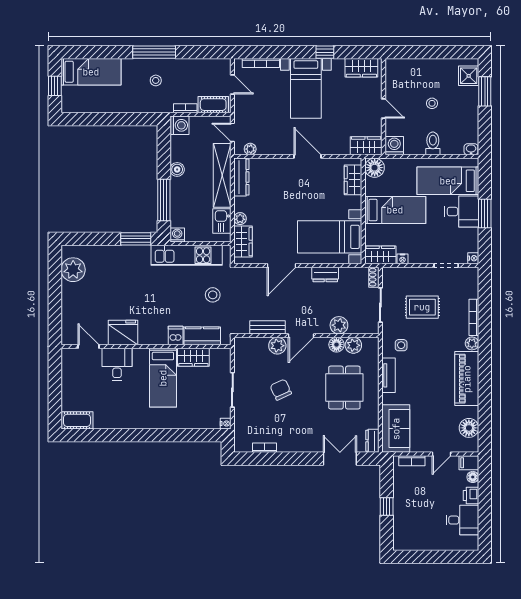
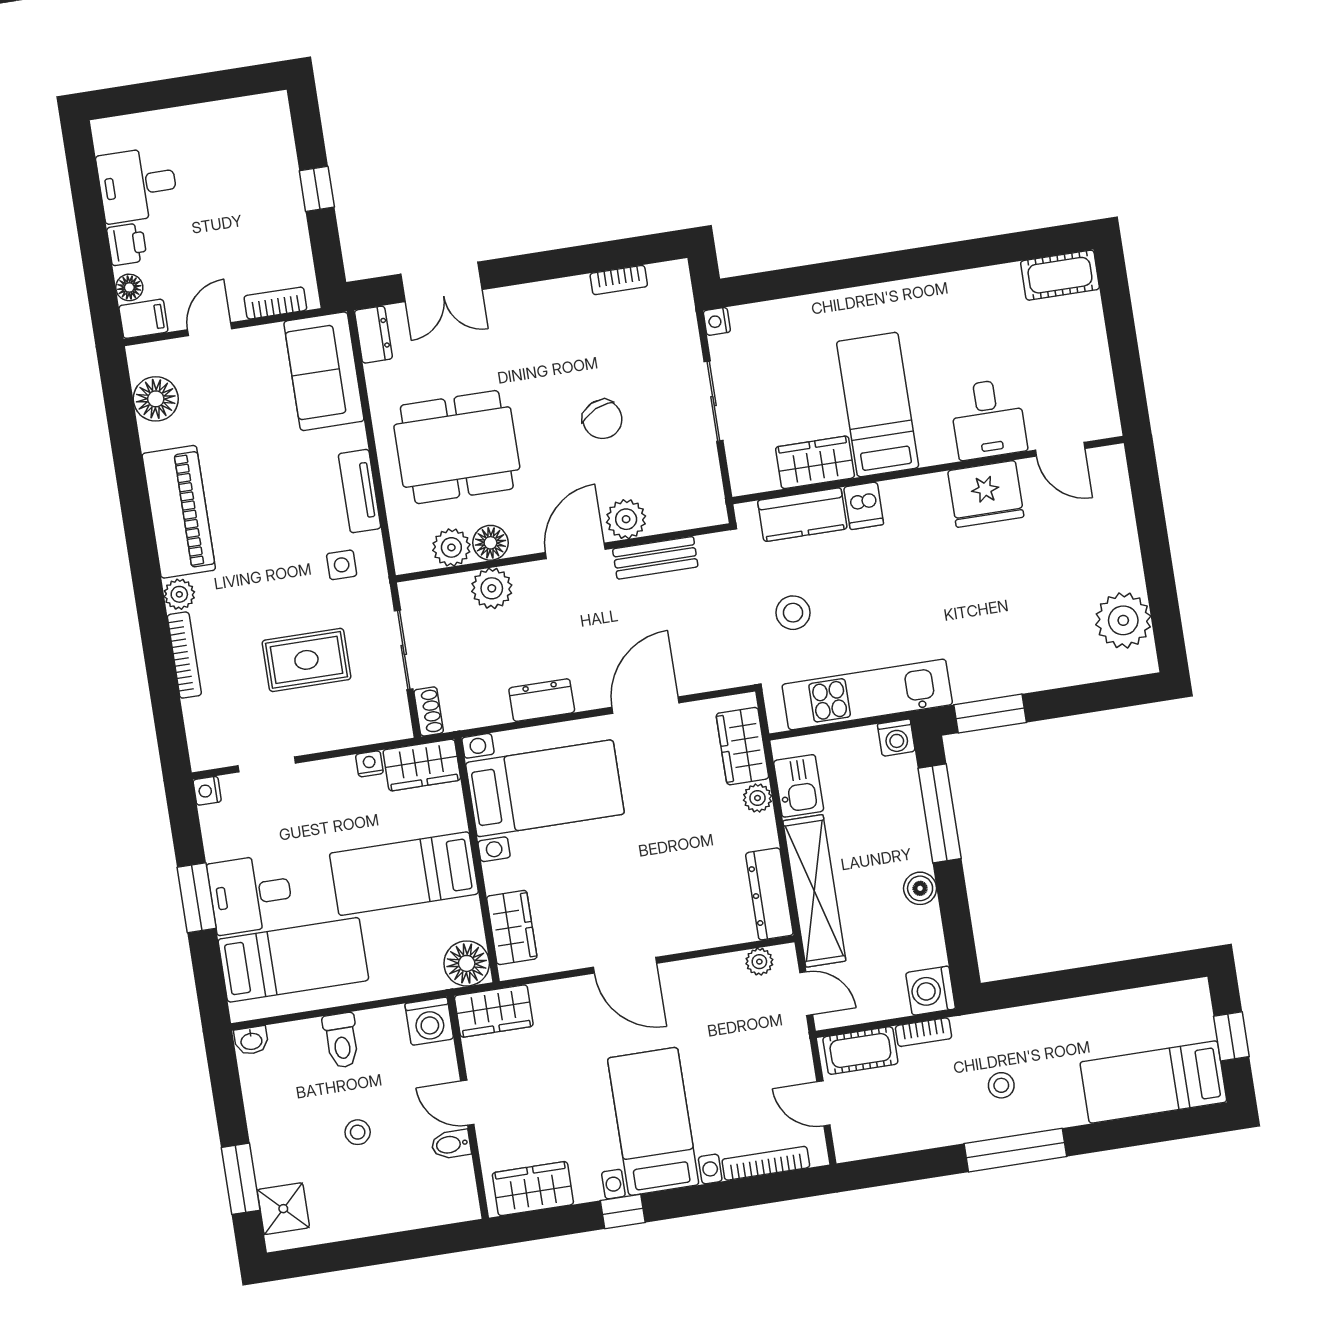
bidet: (393, 92) -> (451, 1144), added
dining table: (344, 388) -> (457, 447), width x1.38

